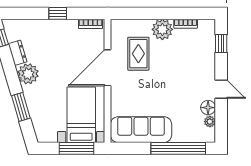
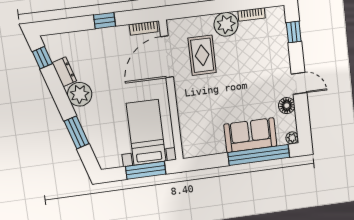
door: (108, 68) -> (167, 57), moved
plant: (210, 122) -> (292, 138), moved
sofa: (141, 130) -> (250, 135), moved, width x0.73

